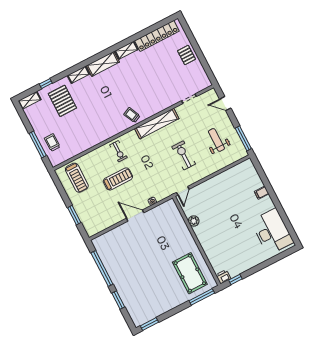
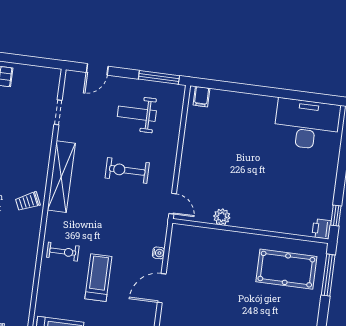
filing cabinet: (262, 193) -> (201, 97), moved

